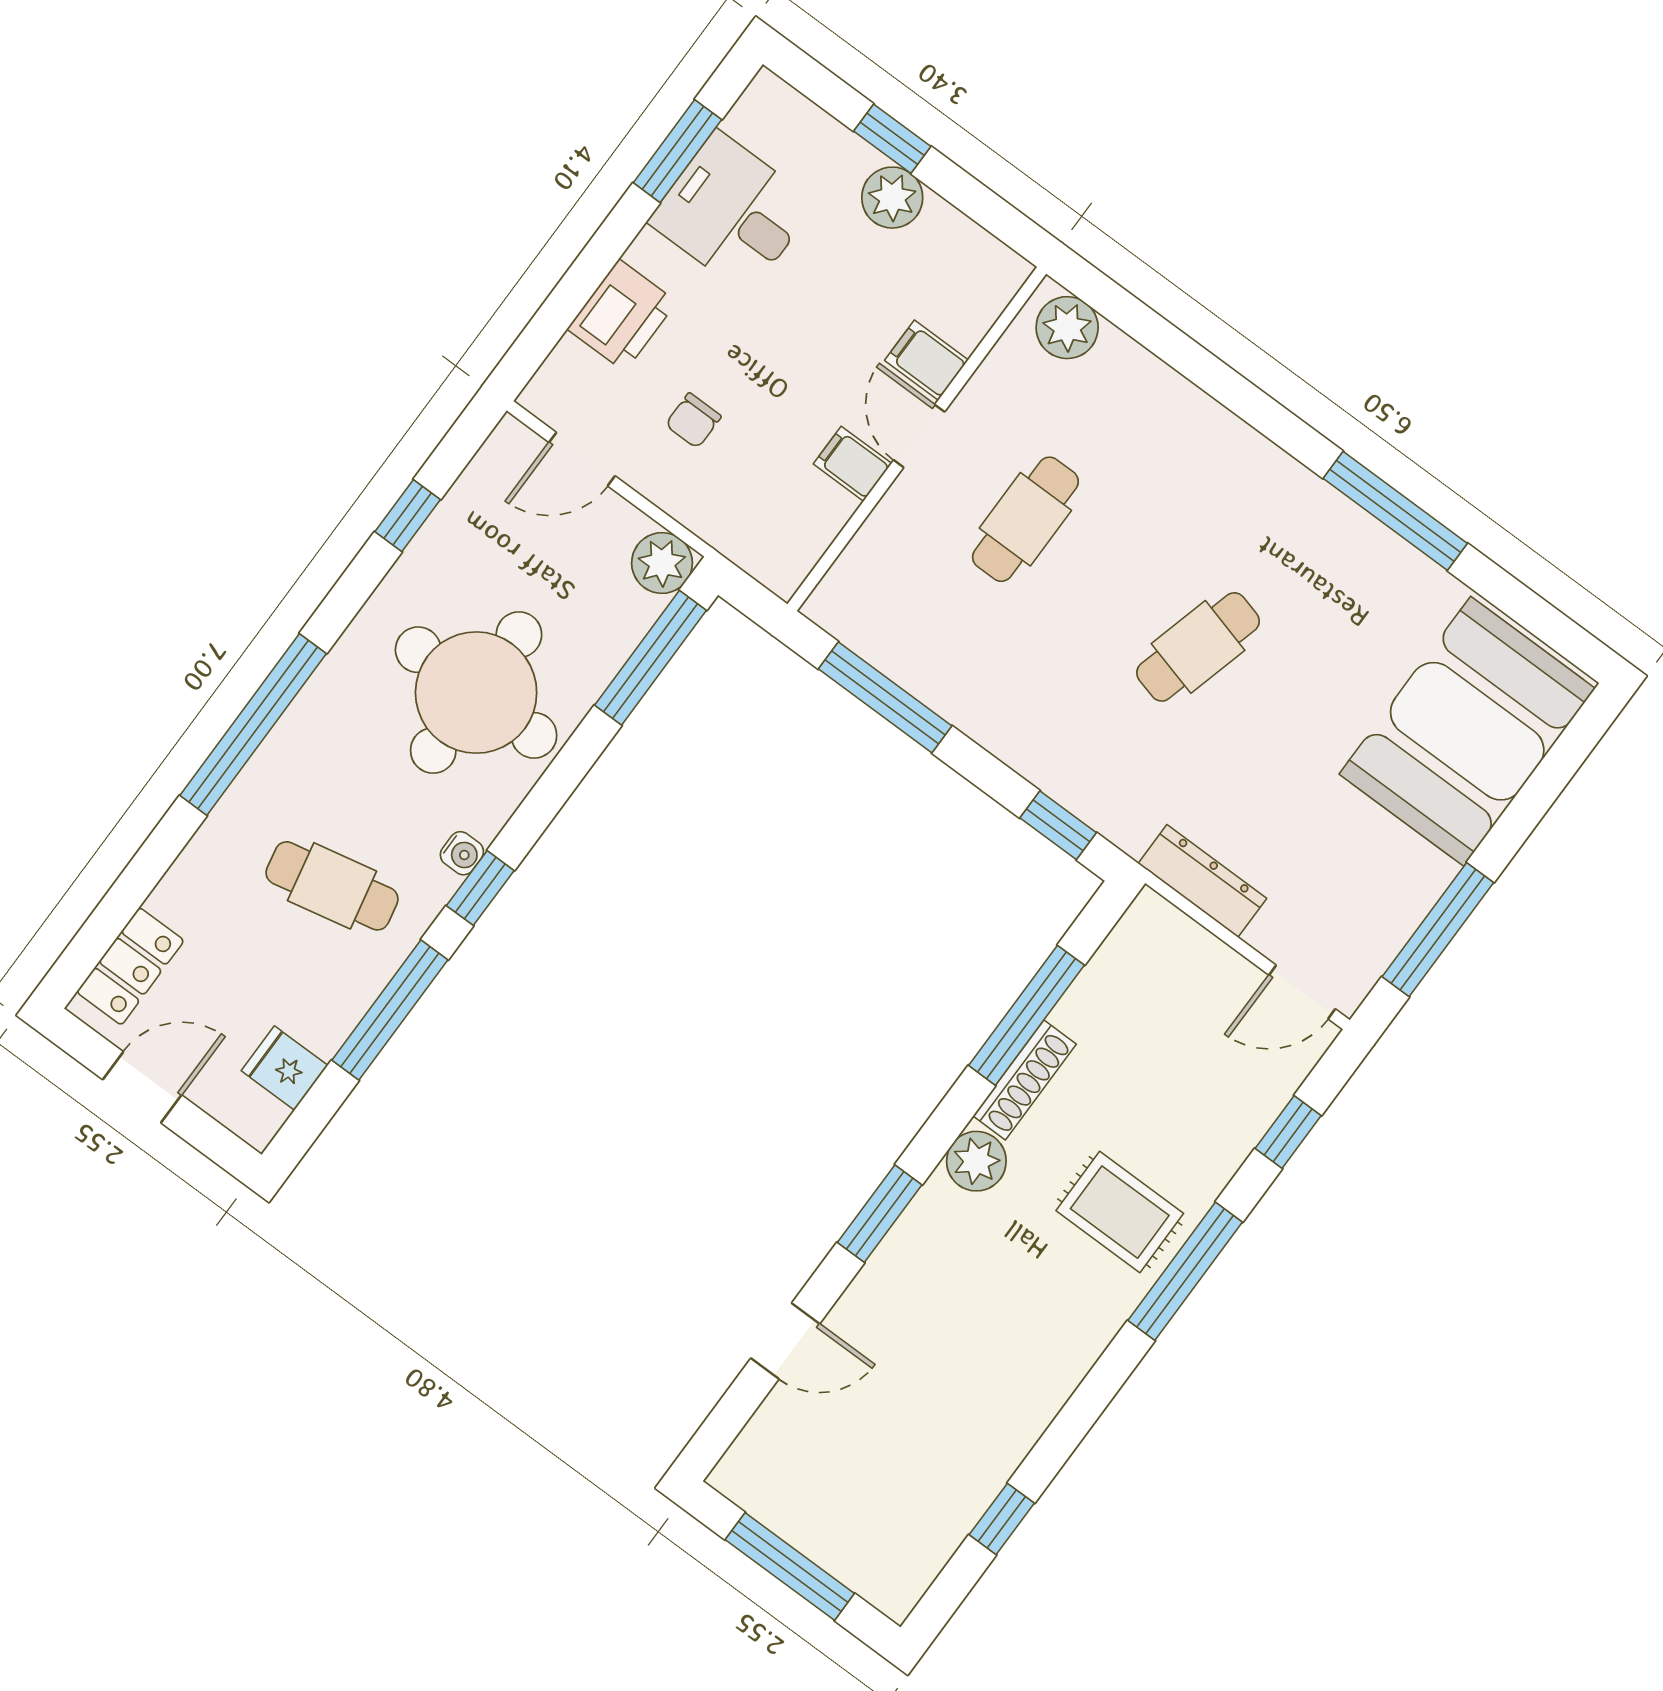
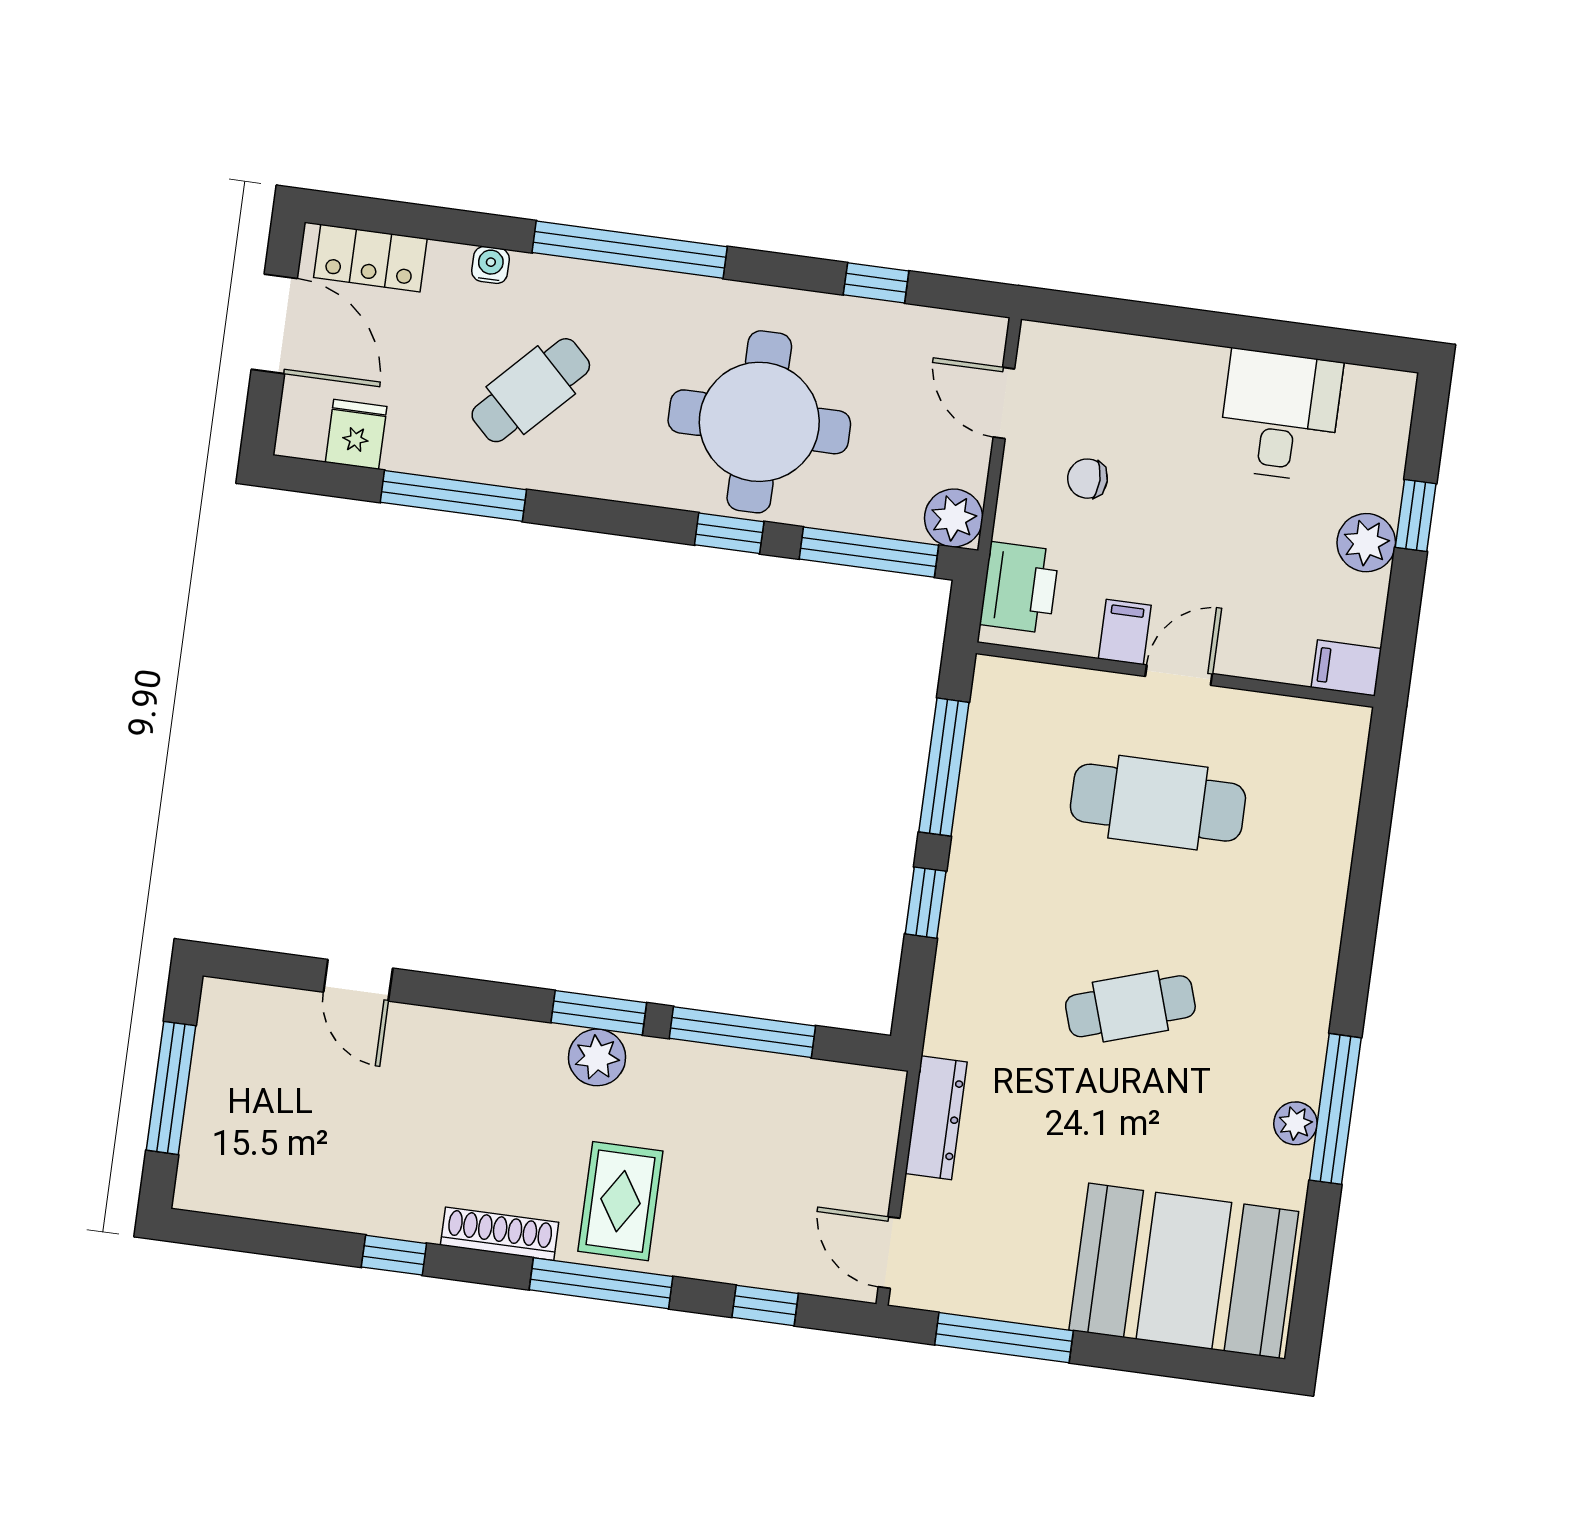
window: (677, 151) -> (1306, 341), removed
printer: (622, 315) -> (1019, 588), moved, turned -90
plant: (1067, 328) -> (1295, 1123), moved, width x0.73, depth x0.73
filing cabinet: (926, 360) -> (1346, 668), moved, turned -90
cafe table: (1025, 519) -> (1158, 803), width x1.37, depth x1.35
cafe table: (1198, 647) -> (1130, 1006), turned -33
window: (1058, 825) -> (926, 903), moved
water cooler: (462, 853) -> (491, 265), moved, turned 180
cafe table: (332, 886) -> (531, 390), turned 56
window: (480, 888) -> (729, 533), moved
shoe rack: (1025, 1080) -> (500, 1234), moved, turned 180
door: (142, 1087) -> (274, 324), width x1.38
window: (880, 1214) -> (599, 1013), moved
window: (1002, 1519) -> (394, 1255), moved

